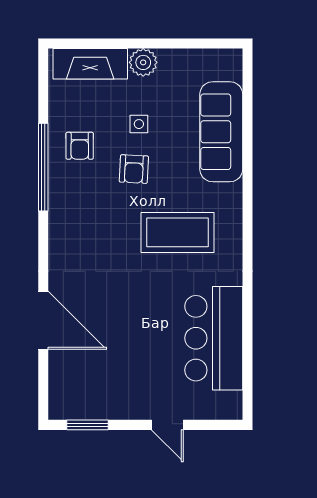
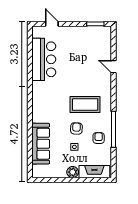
coffee table: (178, 232) -> (85, 105), moved
door: (43, 320) -> (114, 67), width x0.53
door: (167, 425) -> (52, 24), moved

